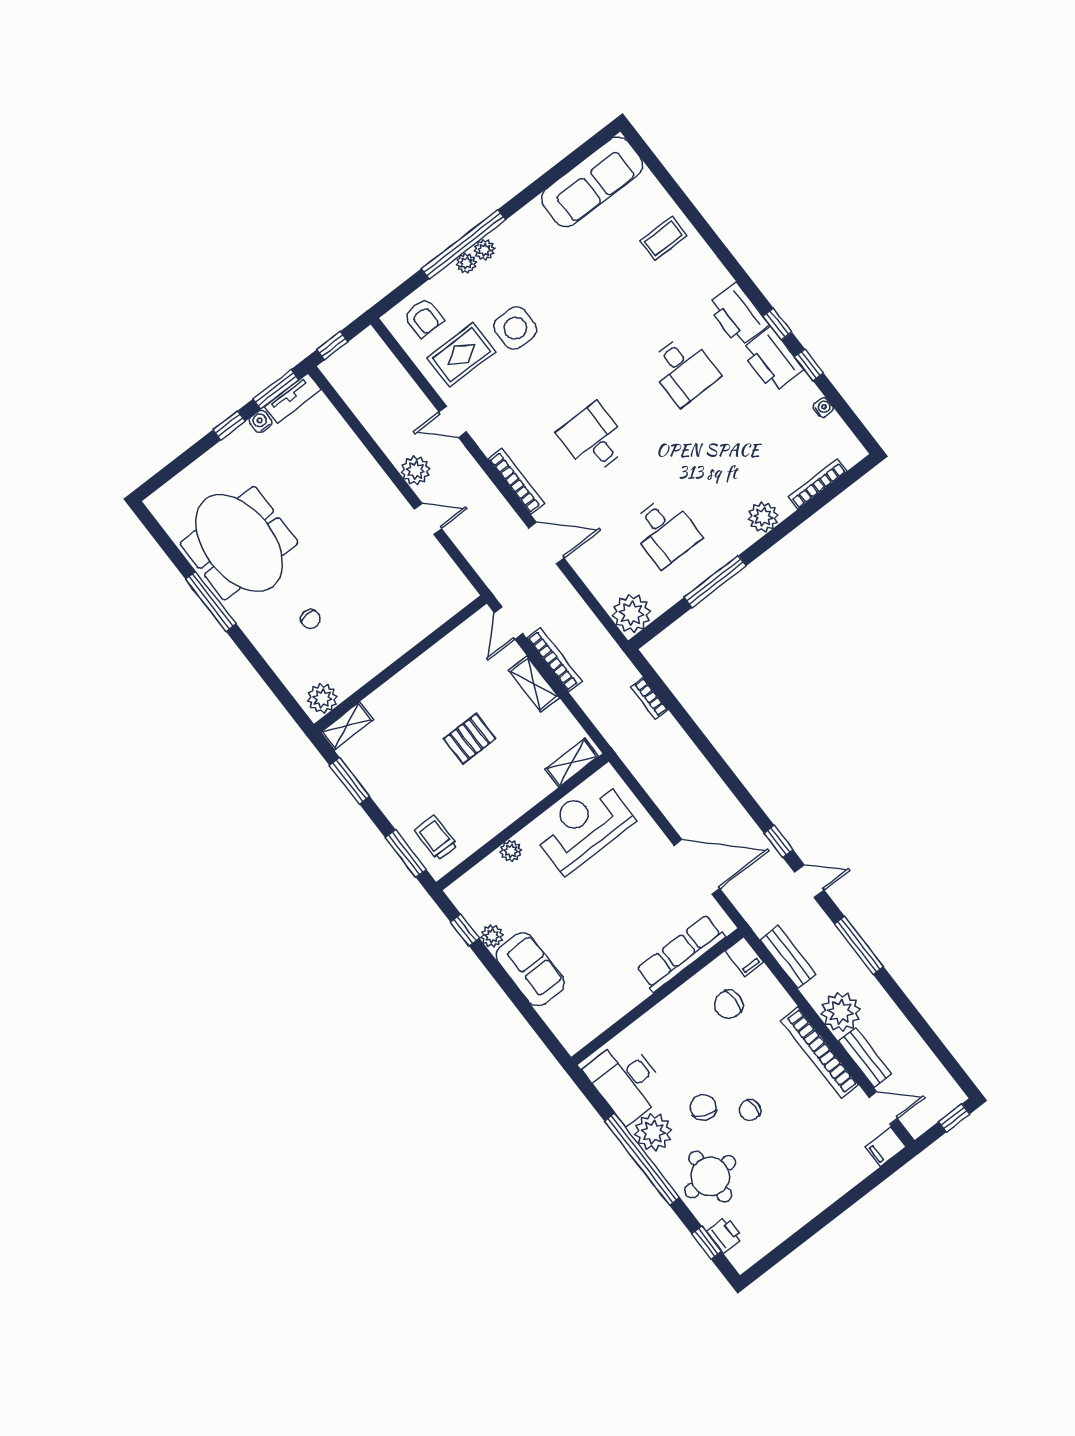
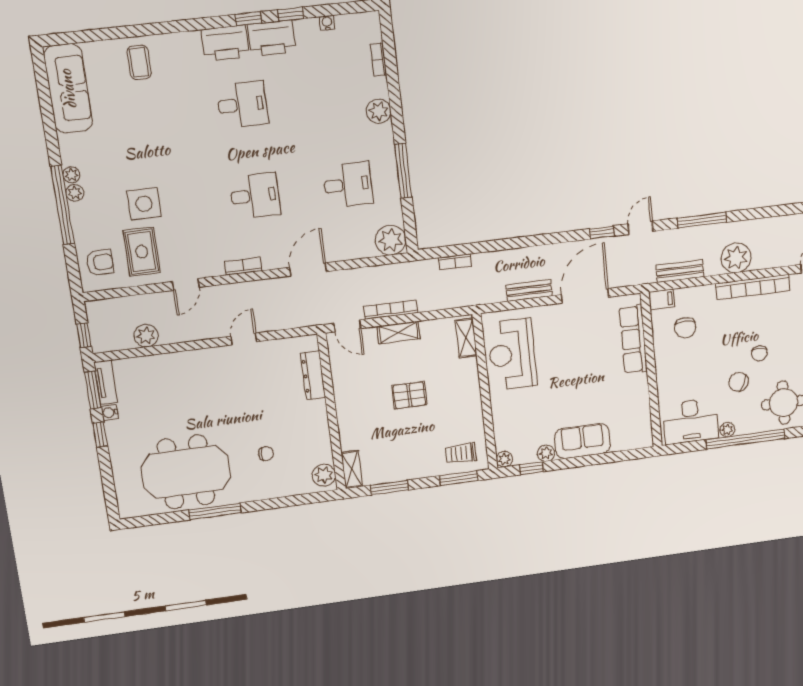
plant: (466, 263) -> (71, 175), moved
desk: (594, 439) -> (255, 196), turned 180
plant: (416, 470) -> (146, 336), moved
bookcase: (516, 481) -> (243, 266), width x0.64
bookcase: (818, 484) -> (378, 60), width x0.64
dresser: (430, 618) -> (313, 375), added
pallet: (470, 739) -> (409, 395), turned 90
plant: (511, 851) -> (504, 459), moved
bench: (865, 1058) -> (529, 290), moved
plant: (653, 1132) -> (727, 430), width x0.53, depth x0.53

